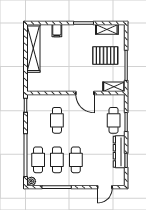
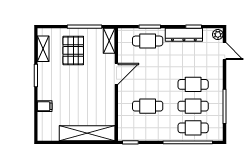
shelving: (33, 48) -> (87, 133), moved
plant: (31, 181) -> (218, 34), moved

